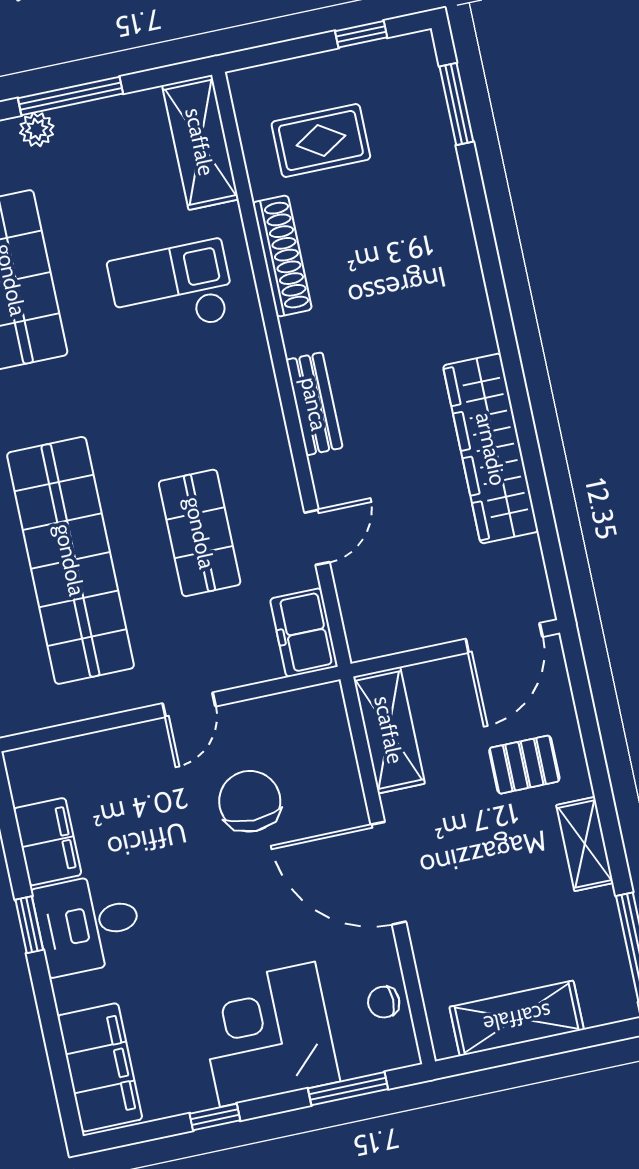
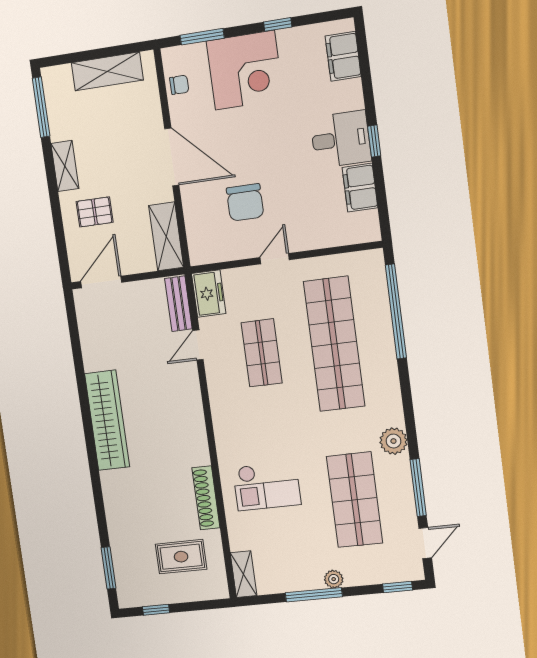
shelving: (200, 142) -> (244, 574), width x0.67, depth x0.75
bench: (314, 404) -> (178, 304), moved
wardrobe: (491, 449) -> (107, 420), moved
filing cabinet: (100, 1067) -> (343, 56), width x0.67, depth x0.86

